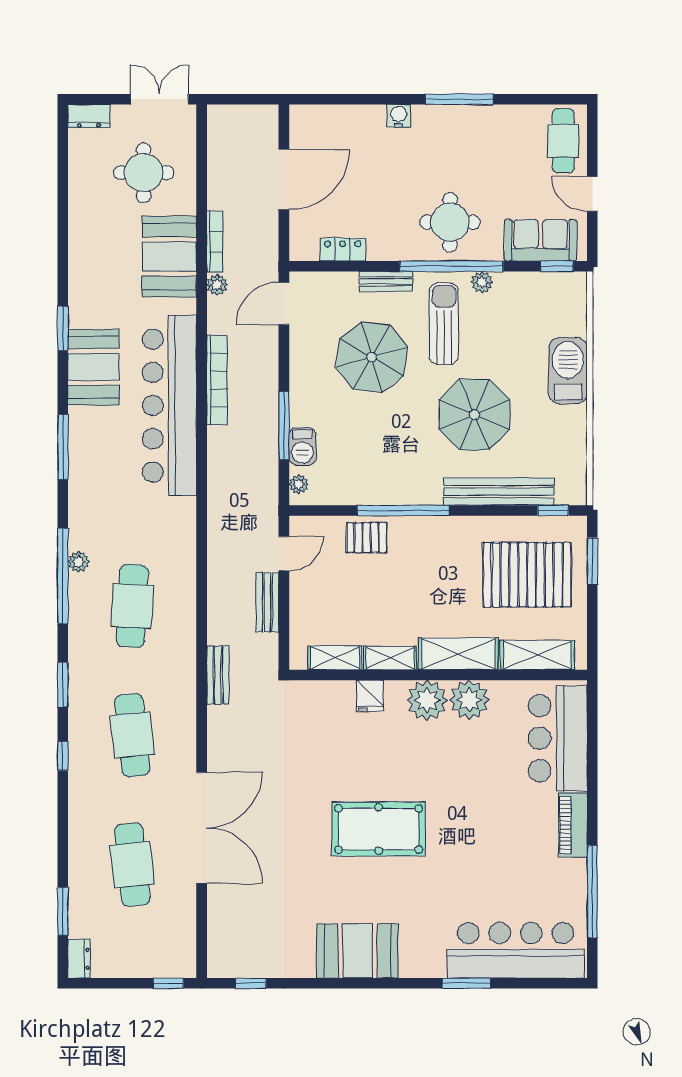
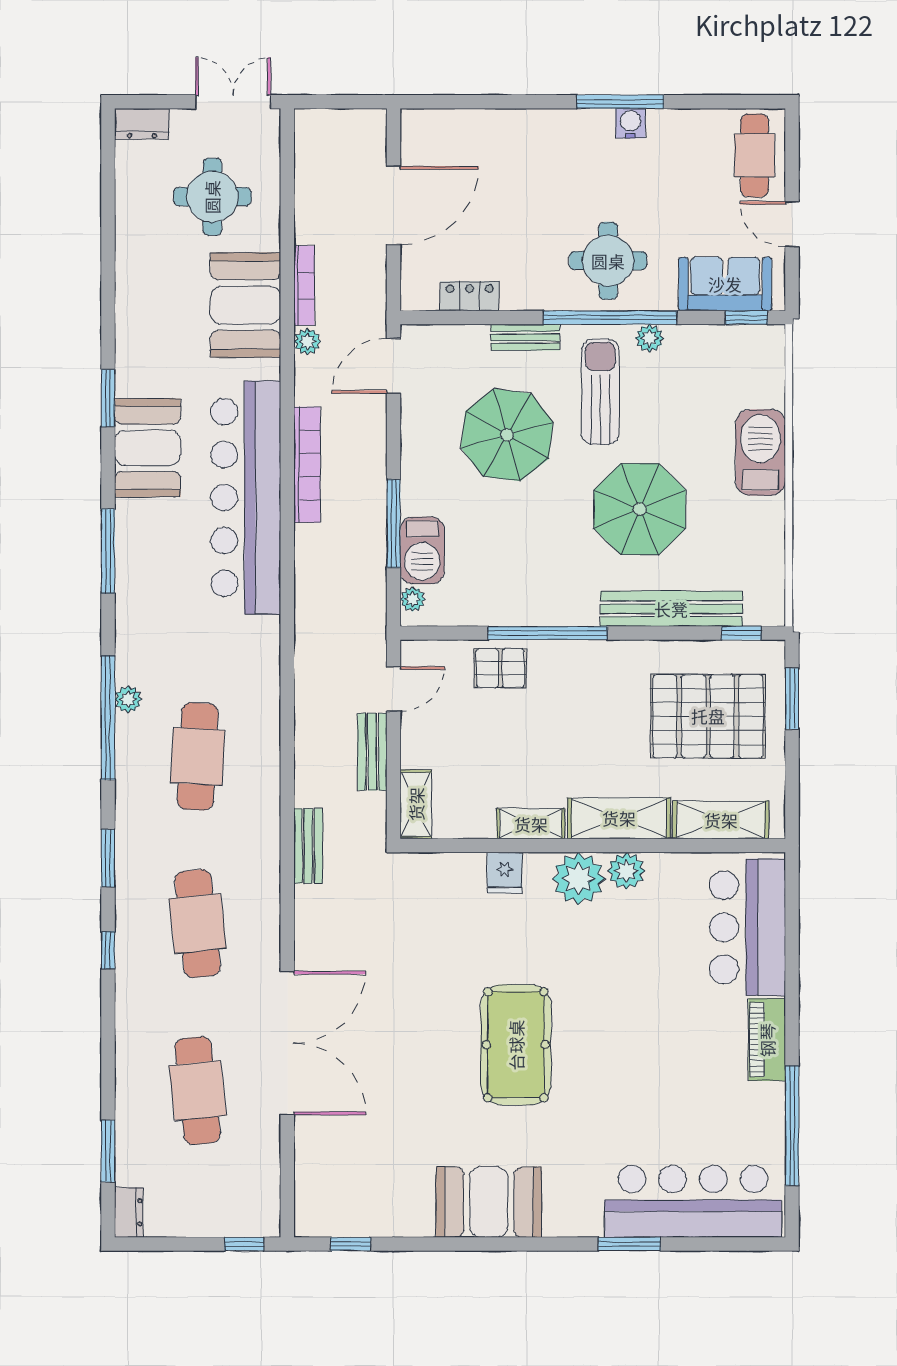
water cooler: (399, 116) -> (631, 123), moved
barbecue: (302, 446) -> (422, 550), width x1.38, depth x1.27
shelving: (335, 658) -> (416, 804), moved, turned 90
plant: (469, 700) -> (626, 871), width x0.73, depth x0.73
pool table: (379, 829) -> (516, 1045), turned 90

